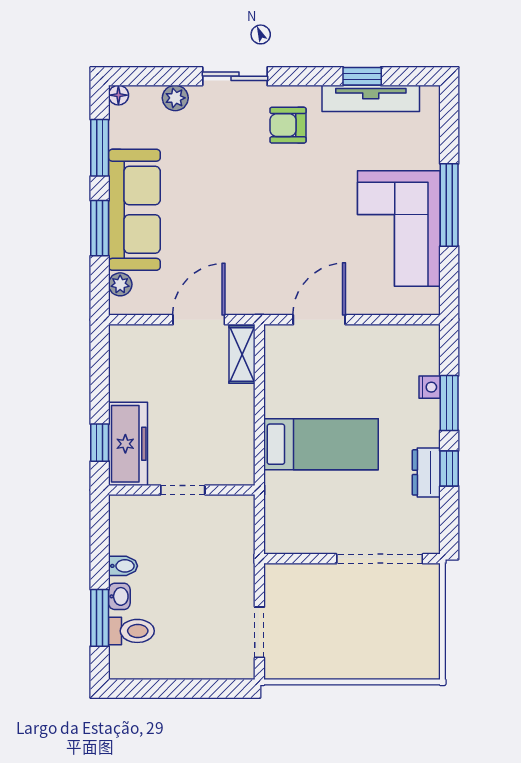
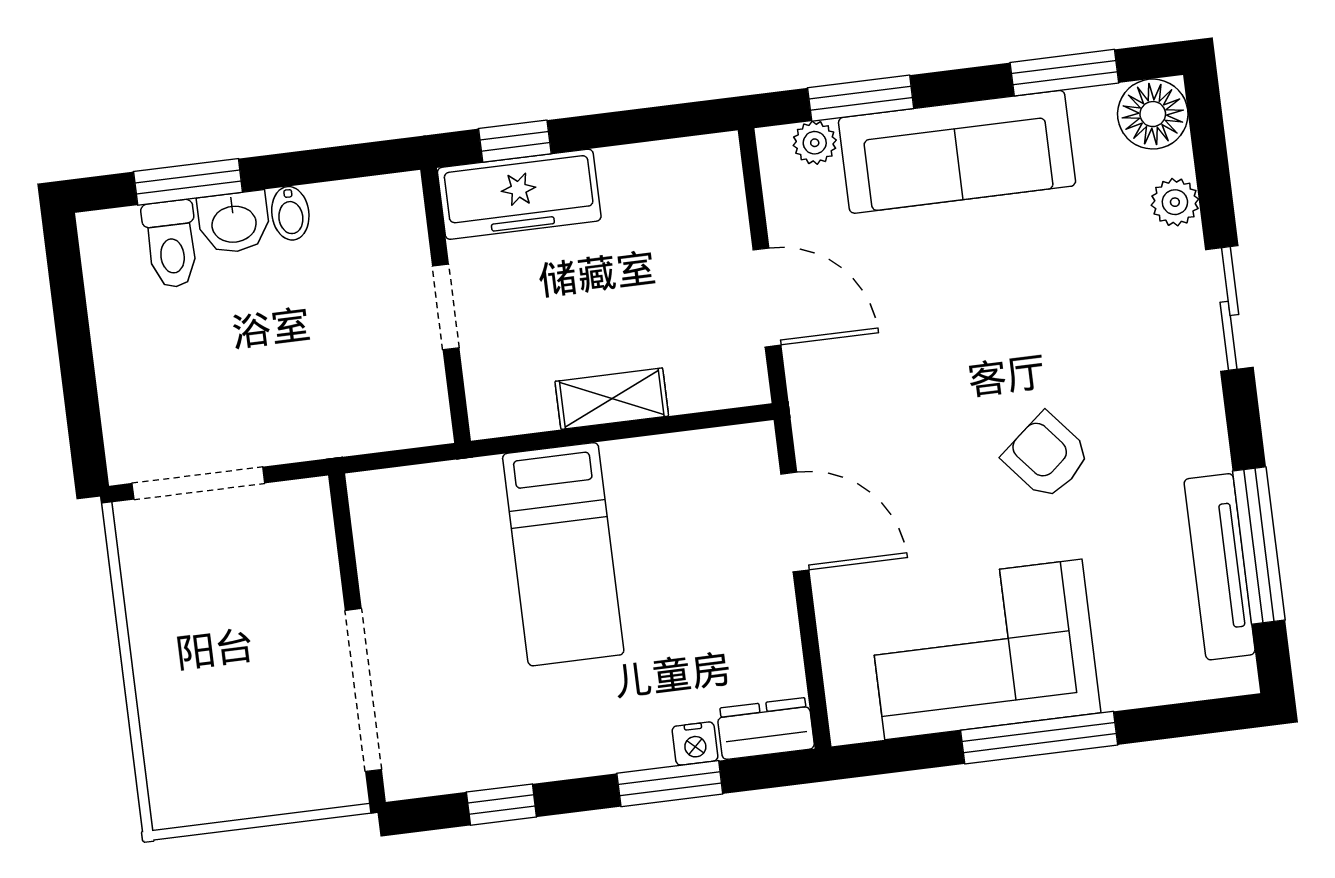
window: (362, 76) -> (1259, 545), width x2.17
floor lamp: (118, 95) -> (1153, 114), width x1.89, depth x1.89
armchair: (288, 125) -> (1047, 456), moved, turned -40
window: (100, 228) -> (861, 98), moved
shelving: (242, 354) -> (612, 399), moved
window: (449, 468) -> (501, 805), moved
dresser: (426, 472) -> (765, 728), moved
washbasin: (119, 596) -> (234, 222), width x1.38, depth x1.45
doorway: (259, 632) -> (198, 483), width x1.38

